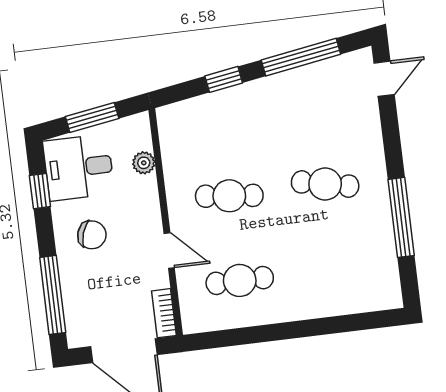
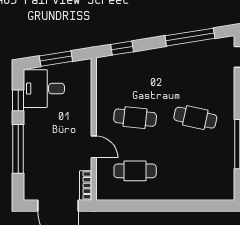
window: (224, 79) -> (122, 48), moved
plant: (144, 163) -> (85, 91), removed
chair: (92, 235) -> (47, 131), removed
window: (53, 295) -> (18, 149), moved

